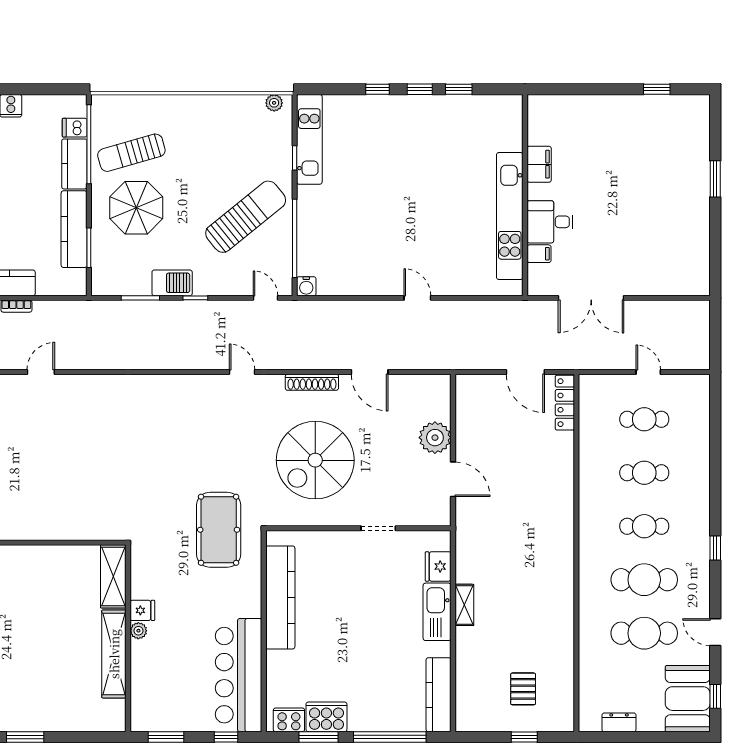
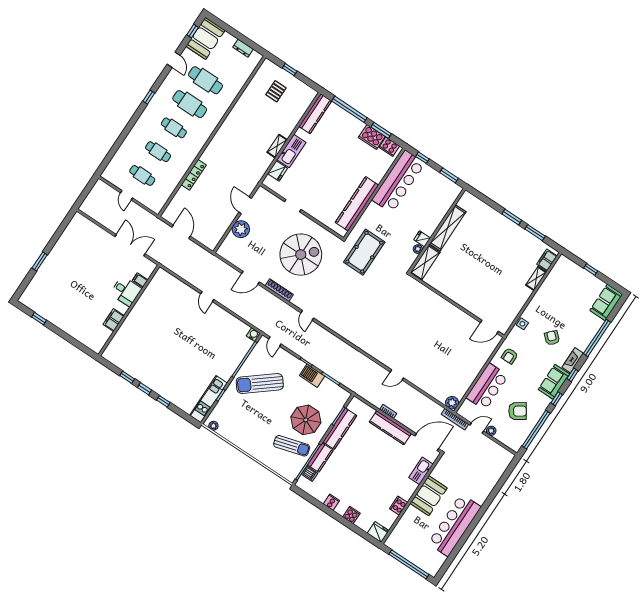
kitchen unit: (510, 216) -> (142, 306), removed
door: (370, 372) -> (250, 278), swing flipped
locker: (565, 403) -> (194, 175), moved
plant: (138, 631) -> (418, 249), moved

